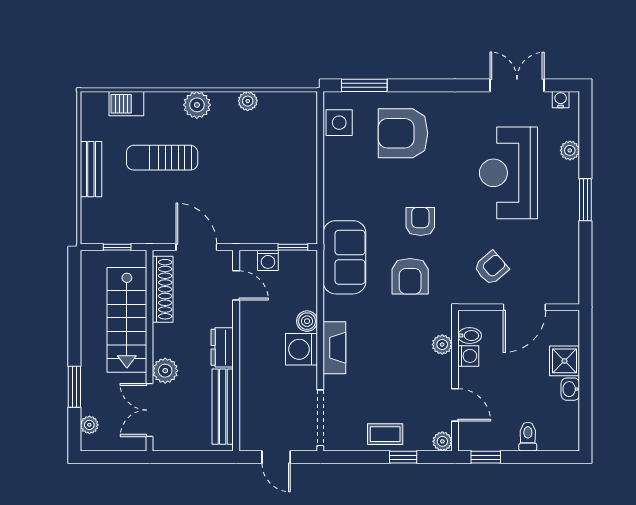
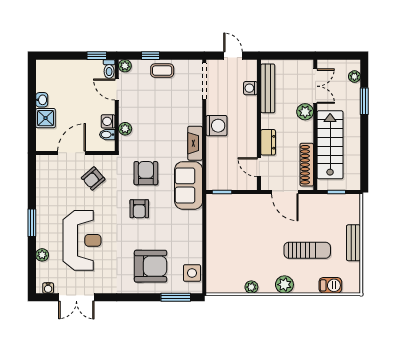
washing machine: (268, 260) -> (250, 88), moved, turned -90
boiler: (307, 321) -> (213, 144), removed
dresser: (222, 347) -> (268, 142), moved
fireplace: (334, 348) -> (195, 143), moved
toilet: (528, 437) -> (109, 69), moved

